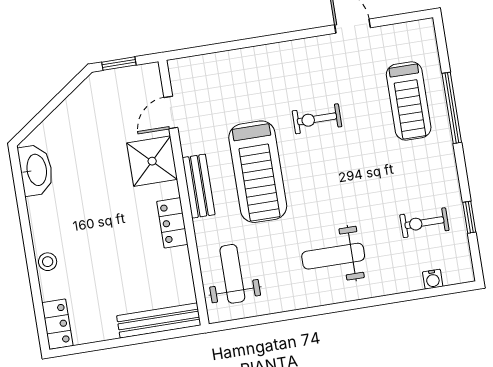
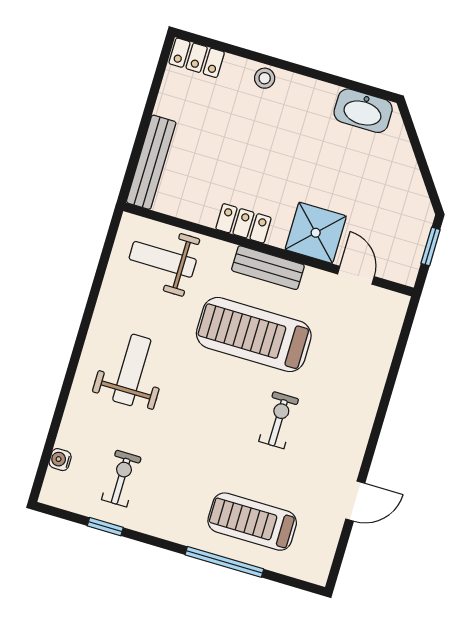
weight bench: (232, 274) -> (163, 259), turned 180

